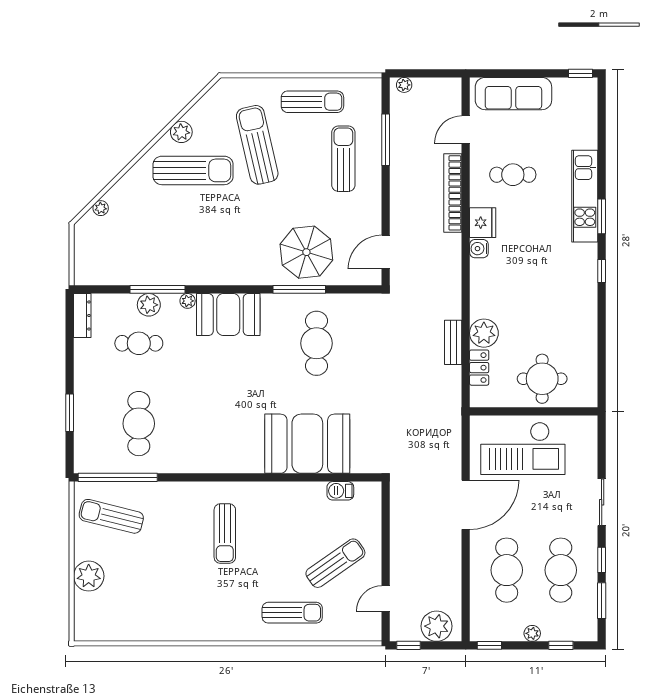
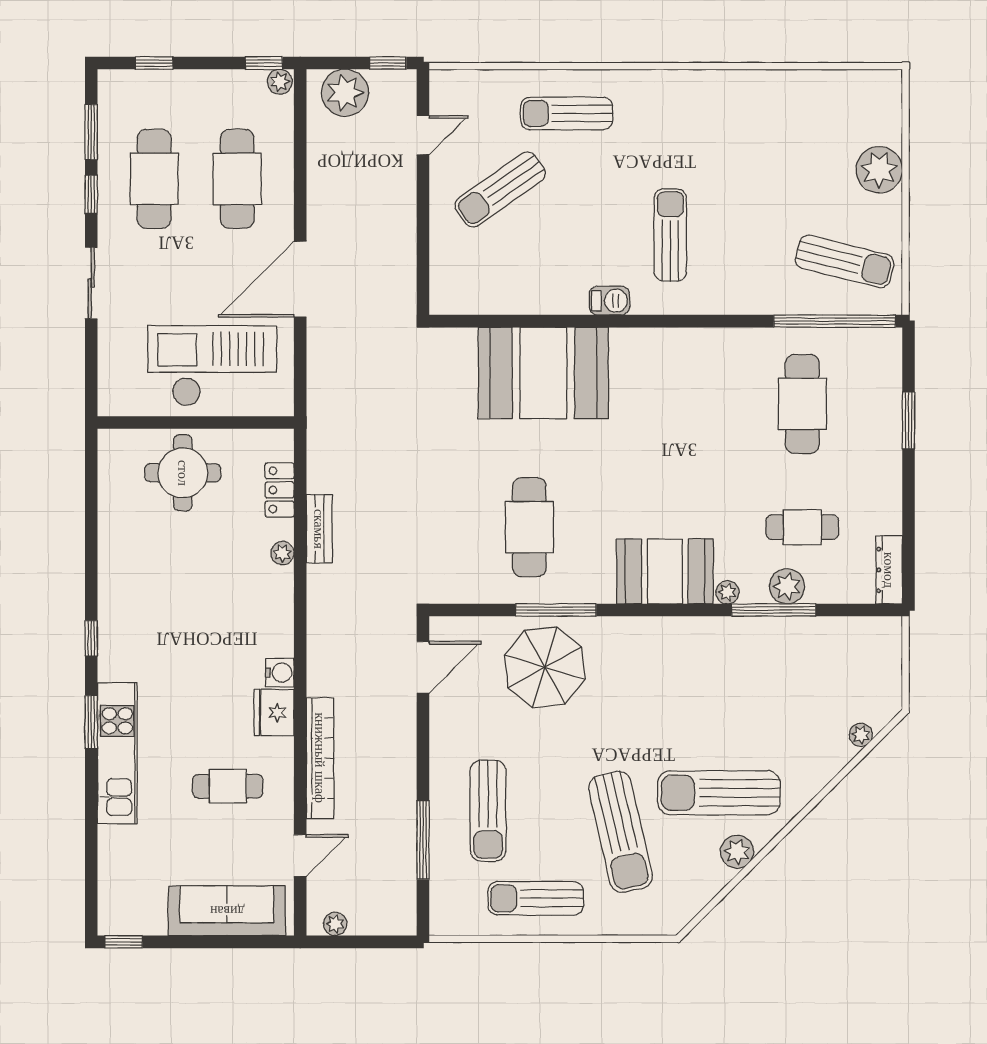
plant: (404, 85) -> (335, 924), moved
plant: (484, 333) -> (282, 553), width x0.53, depth x0.53
barbecue: (340, 491) -> (609, 301), moved
plant: (532, 633) -> (280, 82), moved

